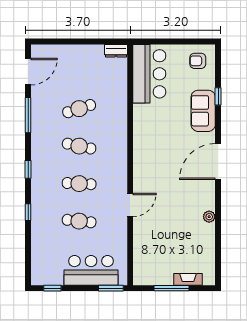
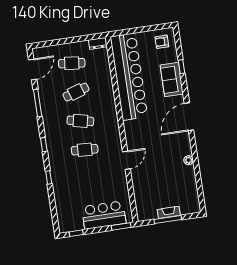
bar counter: (149, 74) -> (129, 77), width x1.86
cafe table: (79, 221) -> (72, 63), moved
fireplace: (188, 279) -> (169, 212), moved

